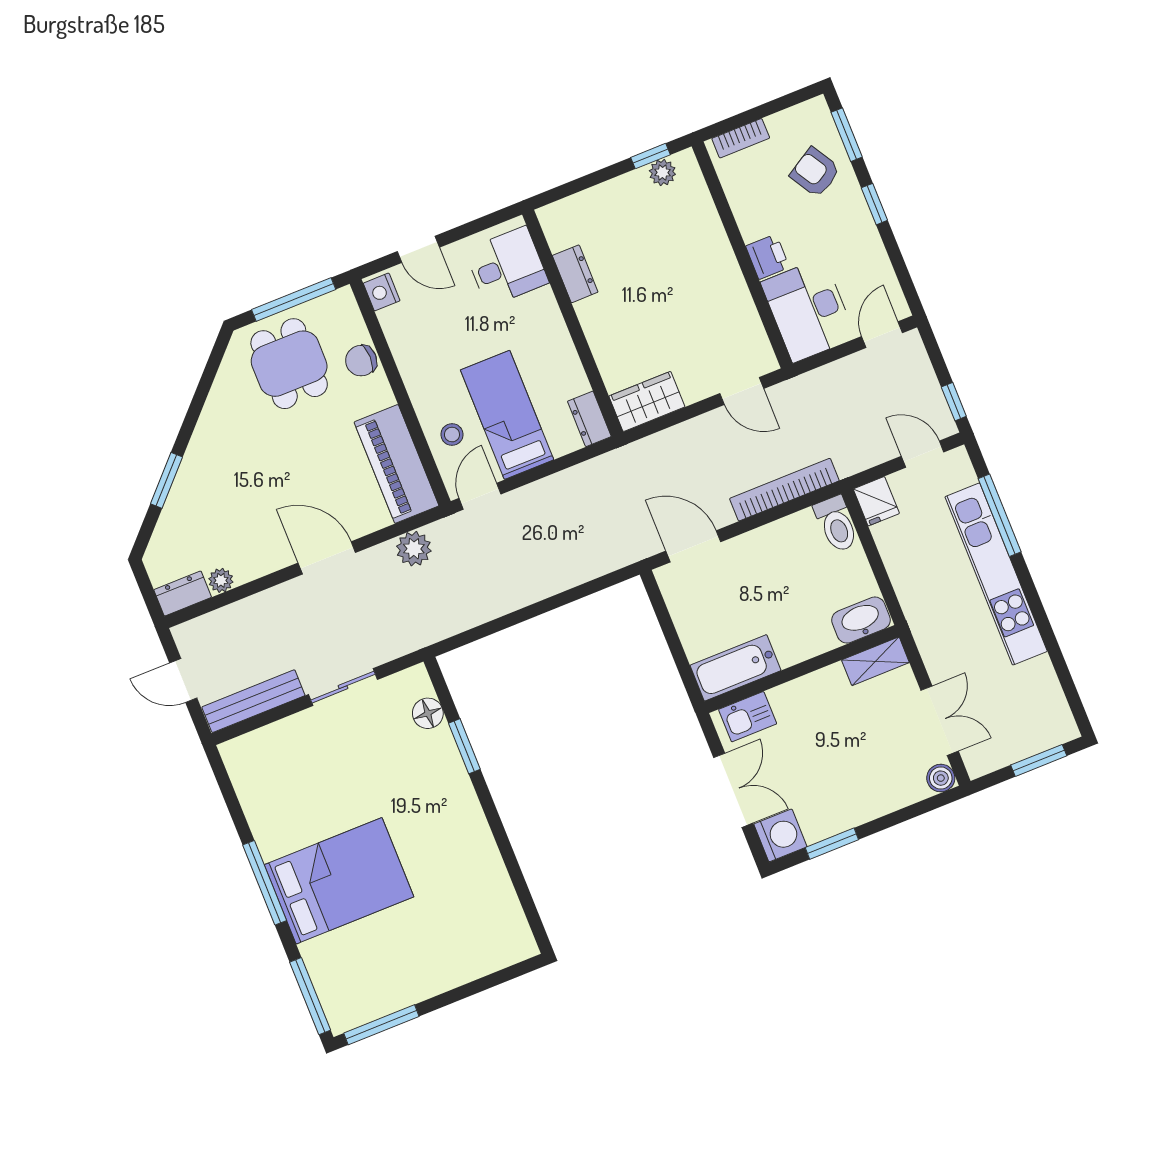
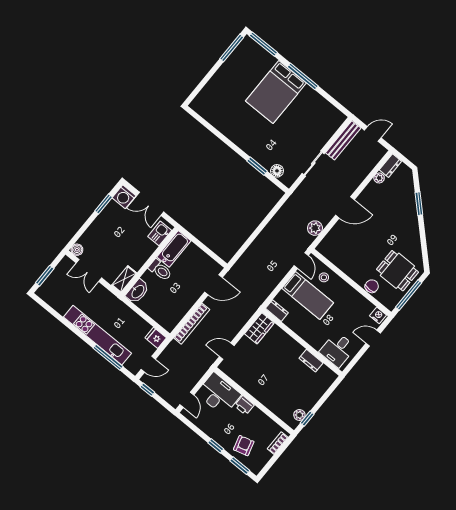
armchair: (815, 172) -> (244, 446), turned -75
piano: (396, 464) -> (338, 256), removed
toilet: (836, 524) -> (160, 270), moved, turned 180

